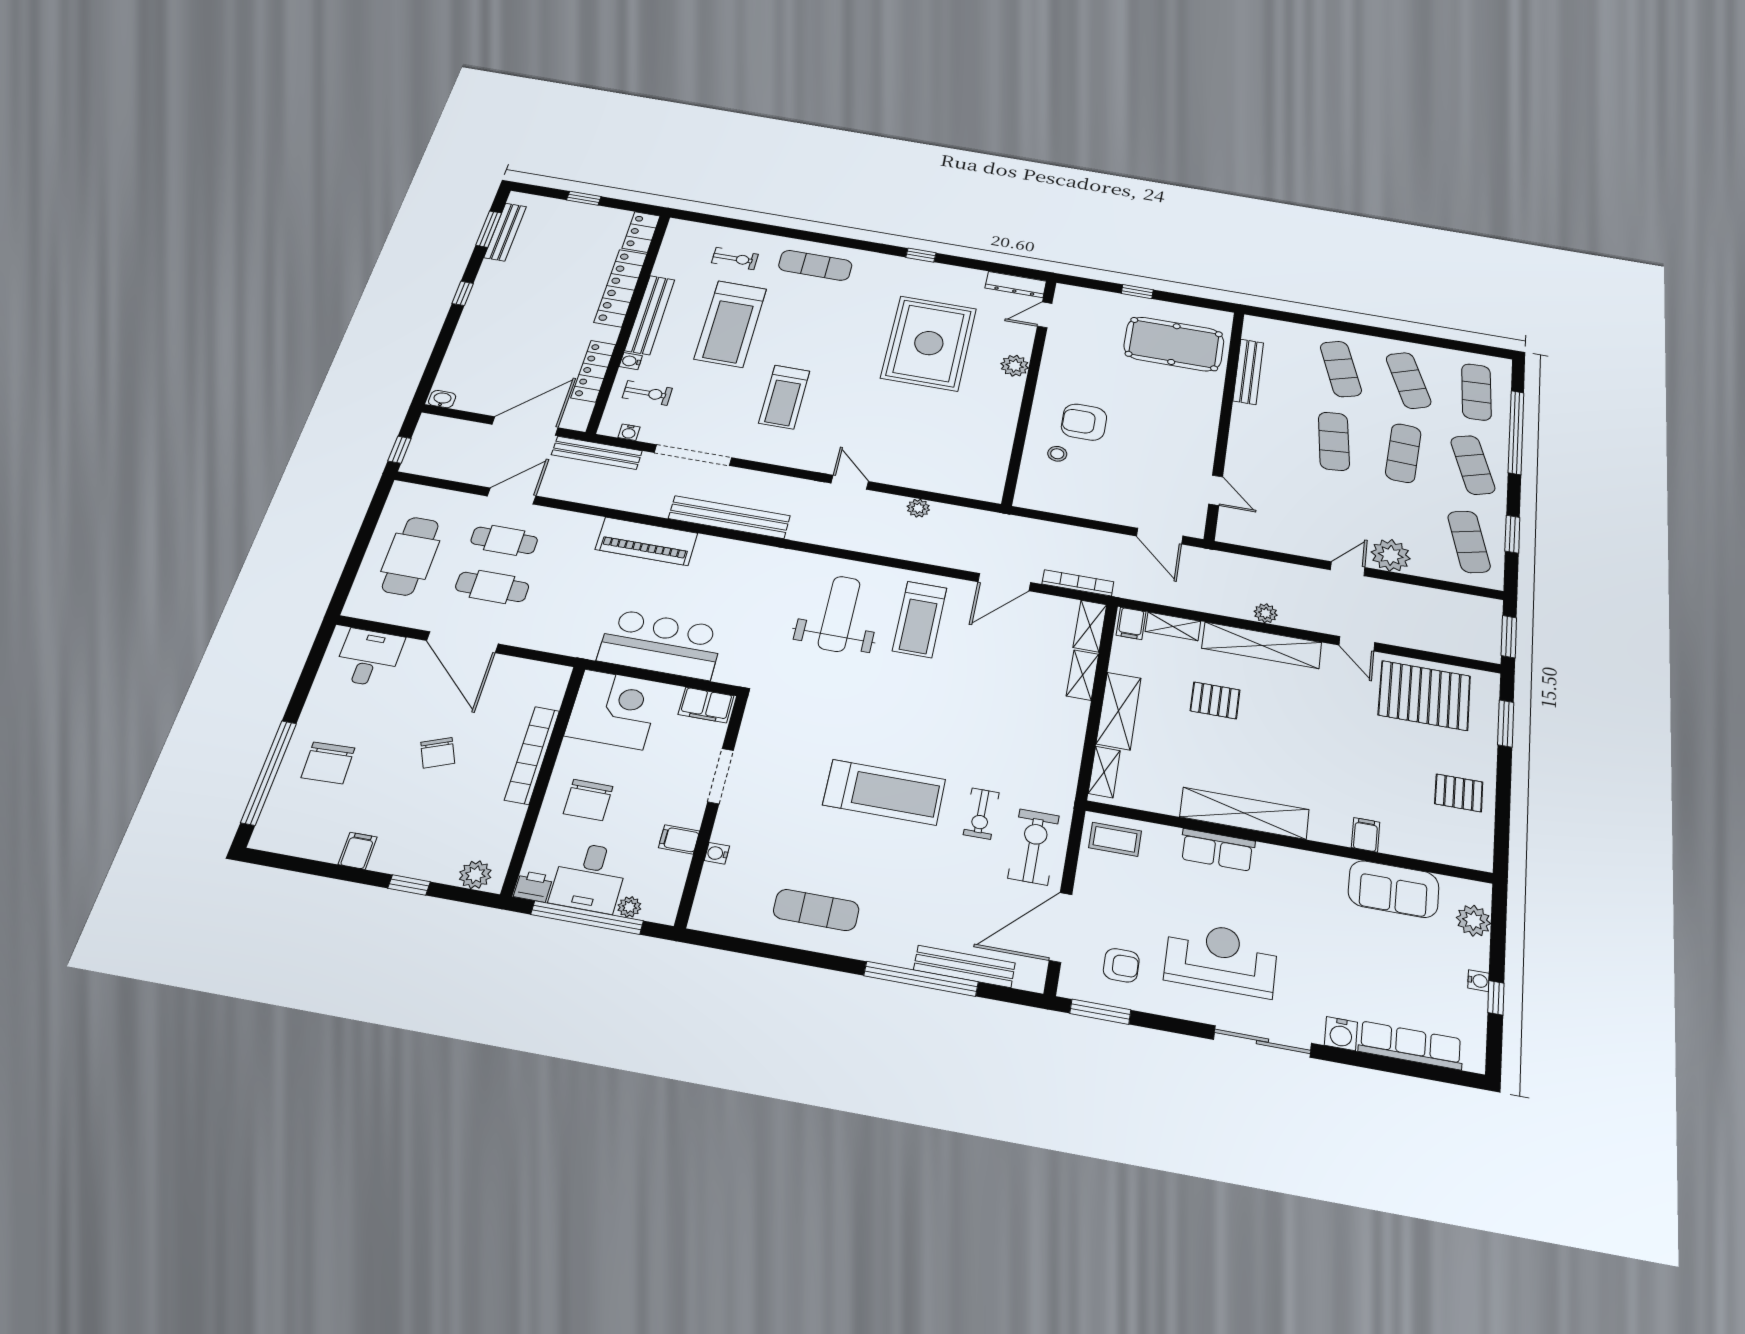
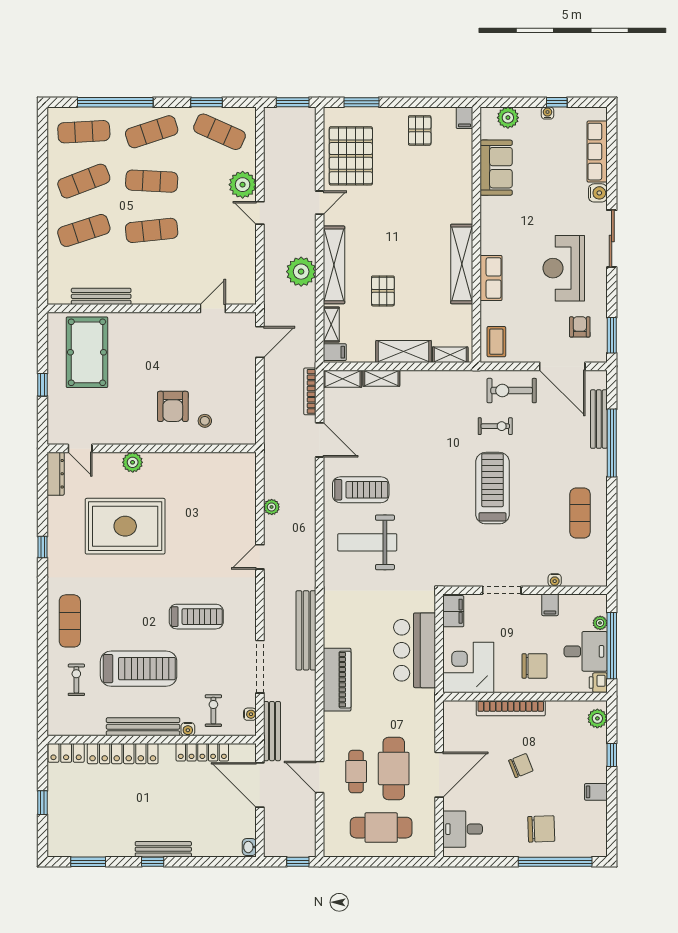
bench: (505, 232) -> (163, 849), moved
exercise mat: (1469, 542) -> (219, 132), turned 39
cafe table: (492, 587) -> (394, 769), width x1.37, depth x1.35
plant: (1266, 613) -> (301, 272), width x1.88, depth x1.88
filing cabinet: (1366, 835) -> (465, 118), moved, turned -90

